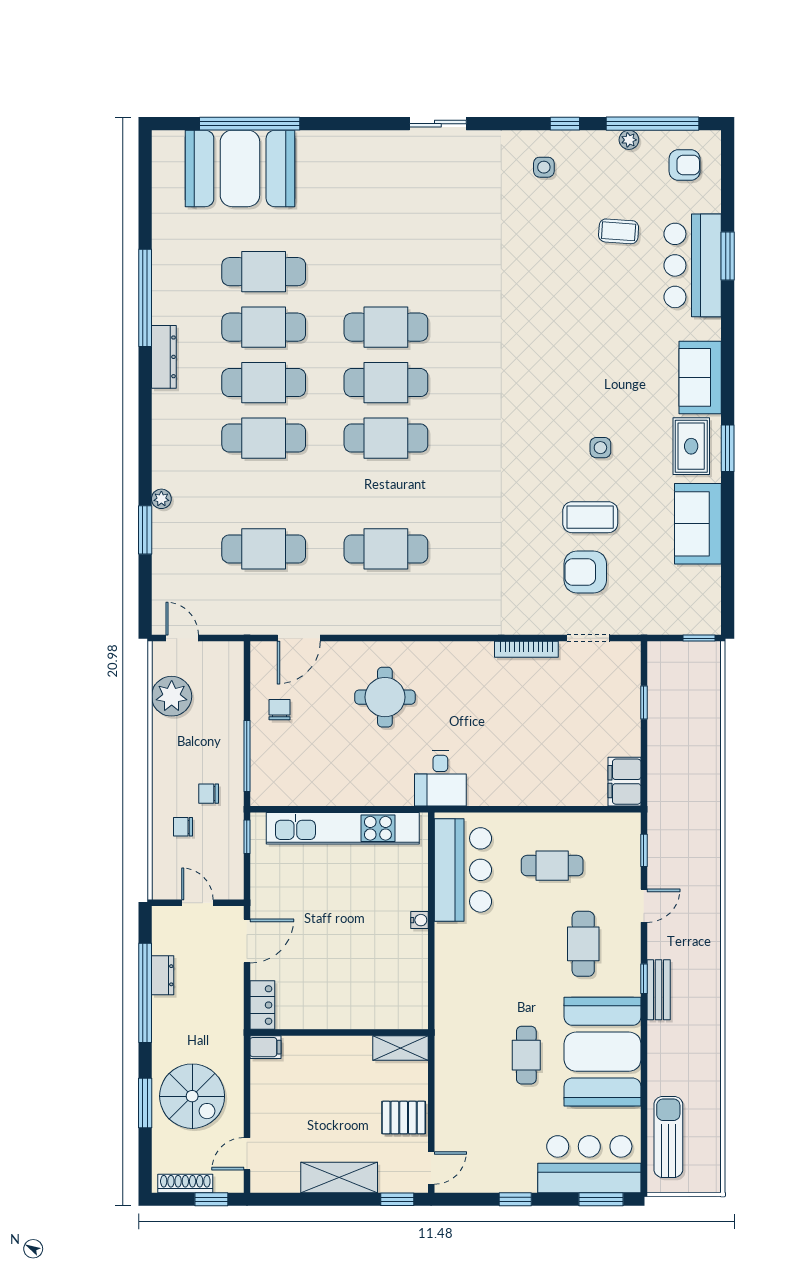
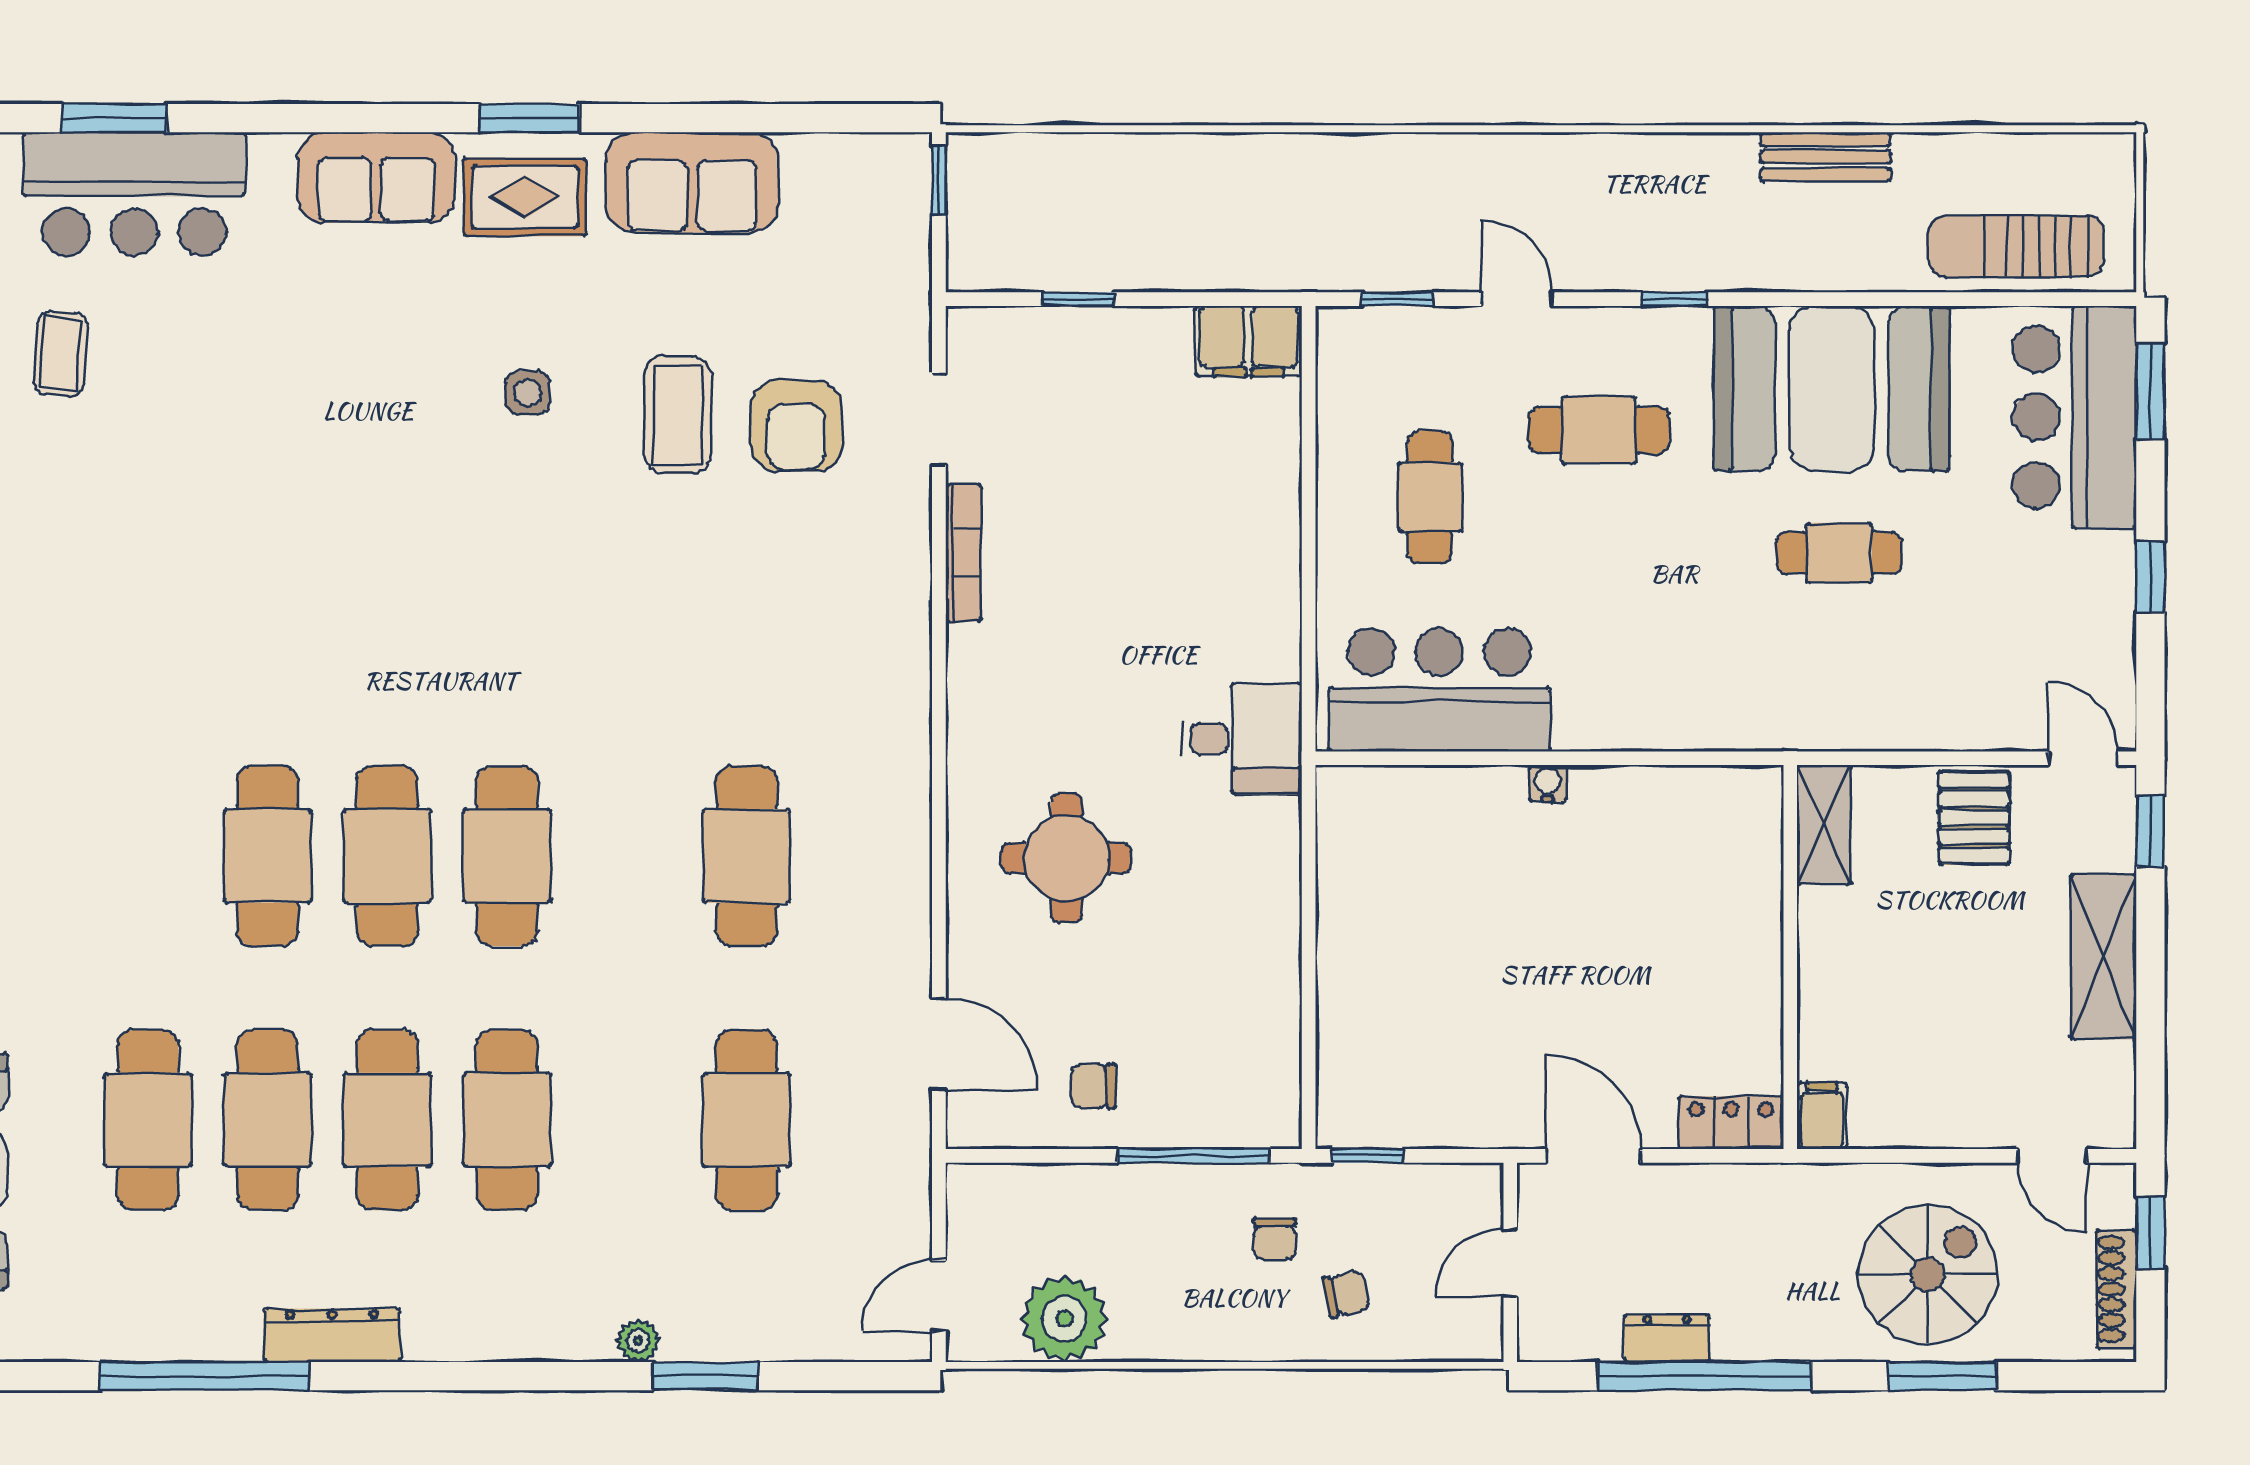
chair: (183, 827) -> (1346, 1294), turned -102
kitchen unit: (343, 828) -> (1349, 949), removed
bench: (659, 990) -> (1826, 157), moved

